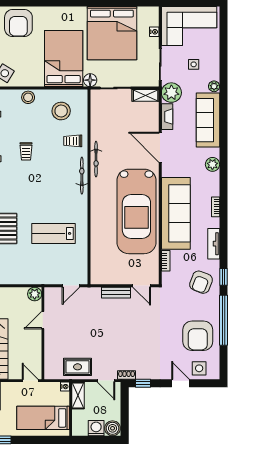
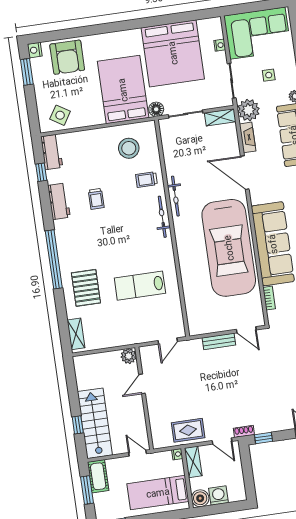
stool: (28, 97) -> (90, 138), removed
boiler: (113, 428) -> (200, 498), moved

